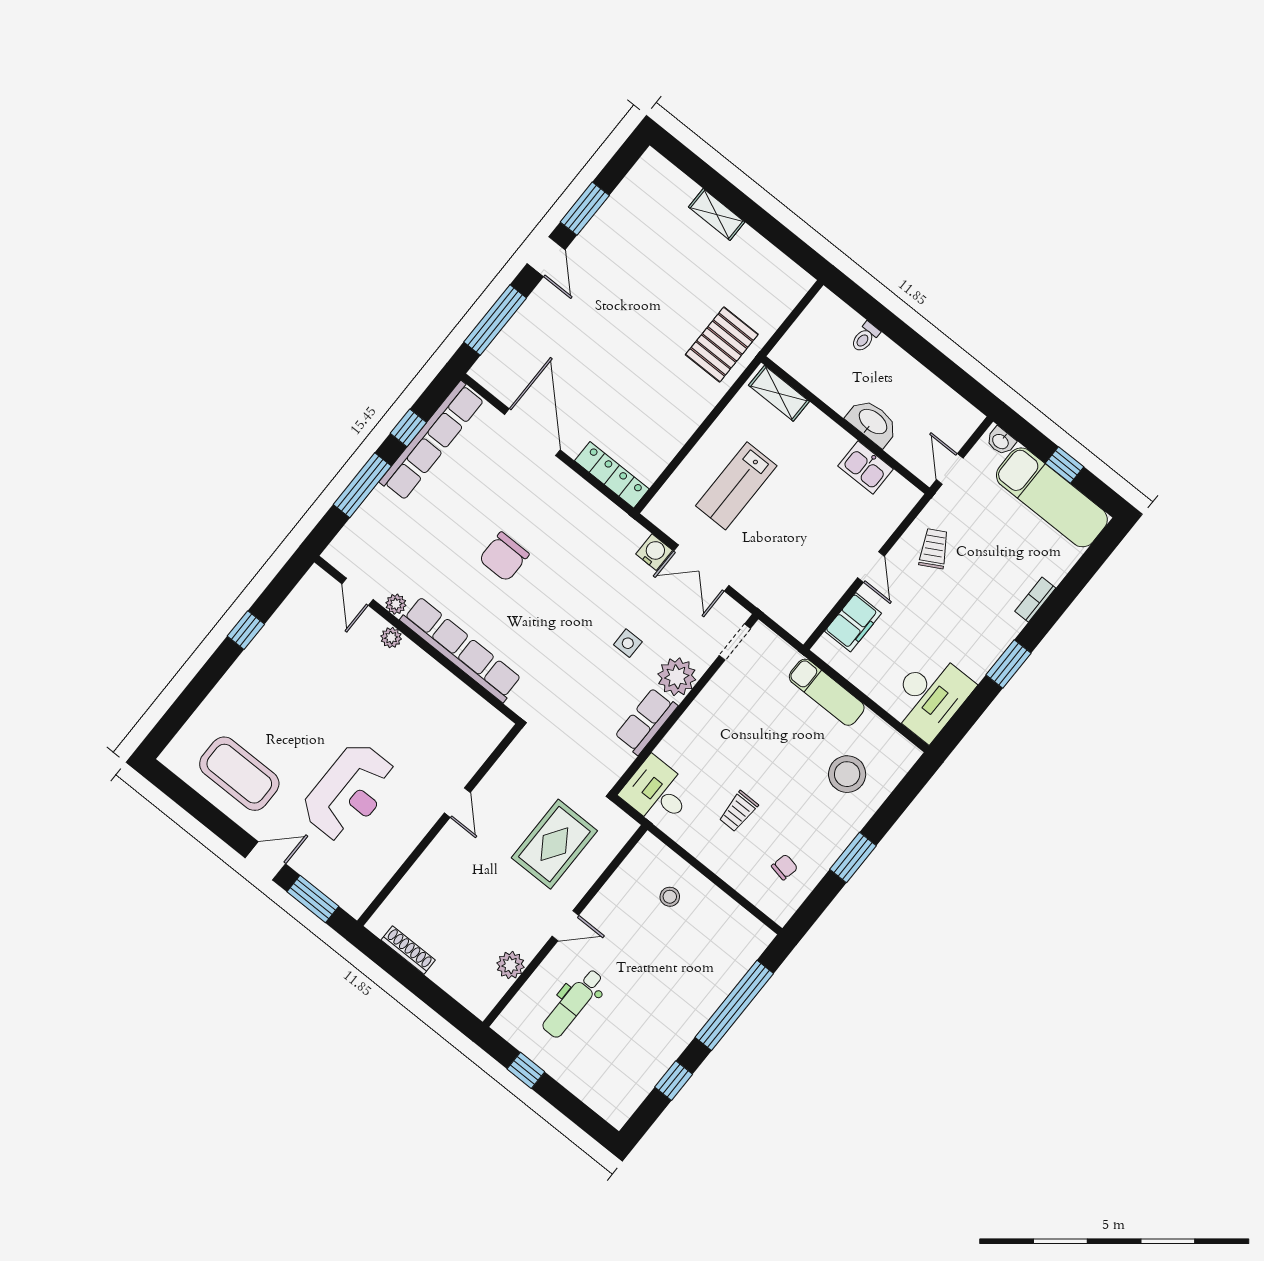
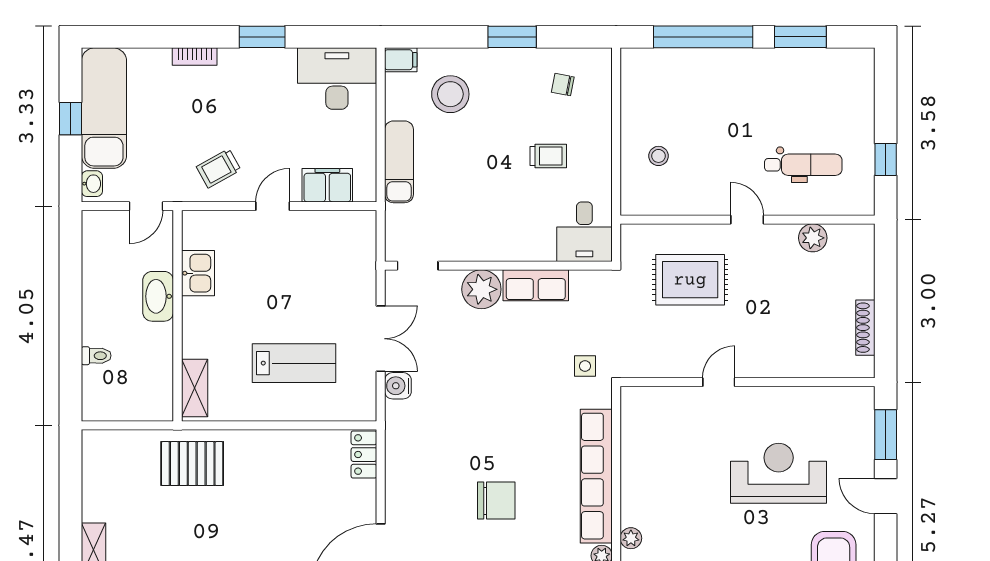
locker: (612, 475) -> (364, 455), width x0.66
side table: (628, 643) -> (585, 366), moved
filing cabinet: (905, 757) -> (401, 60), added
window: (674, 1081) -> (800, 37), width x1.50

